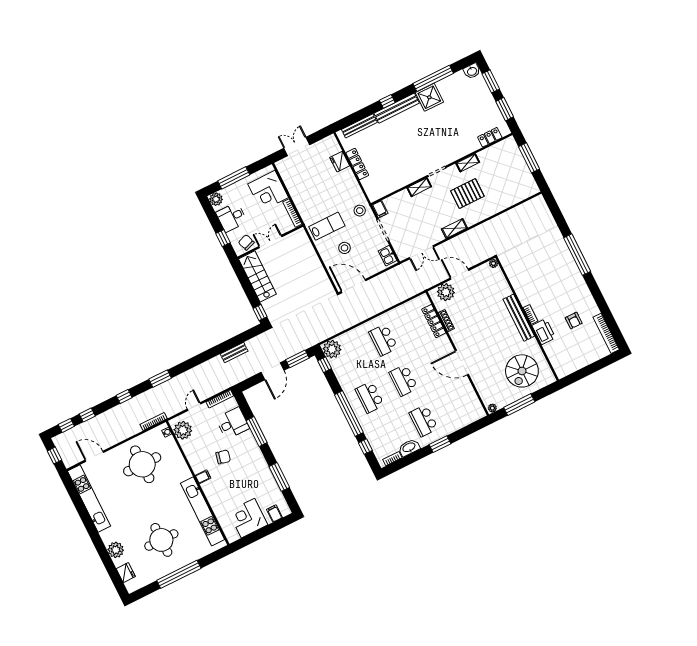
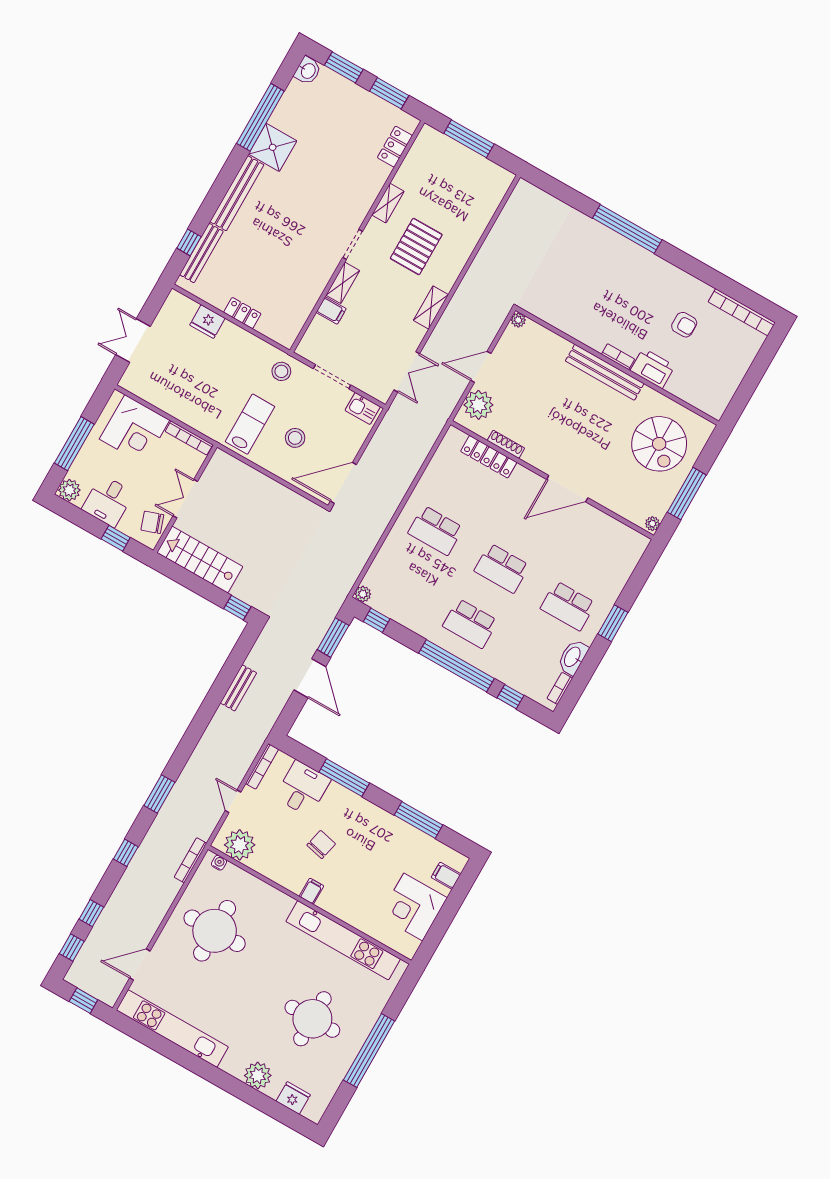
window: (387, 101) -> (189, 242), moved
locker: (357, 164) -> (242, 313), width x0.66
filing cabinet: (380, 209) -> (331, 311), moved
plant: (332, 349) -> (363, 594), width x0.53, depth x0.53

